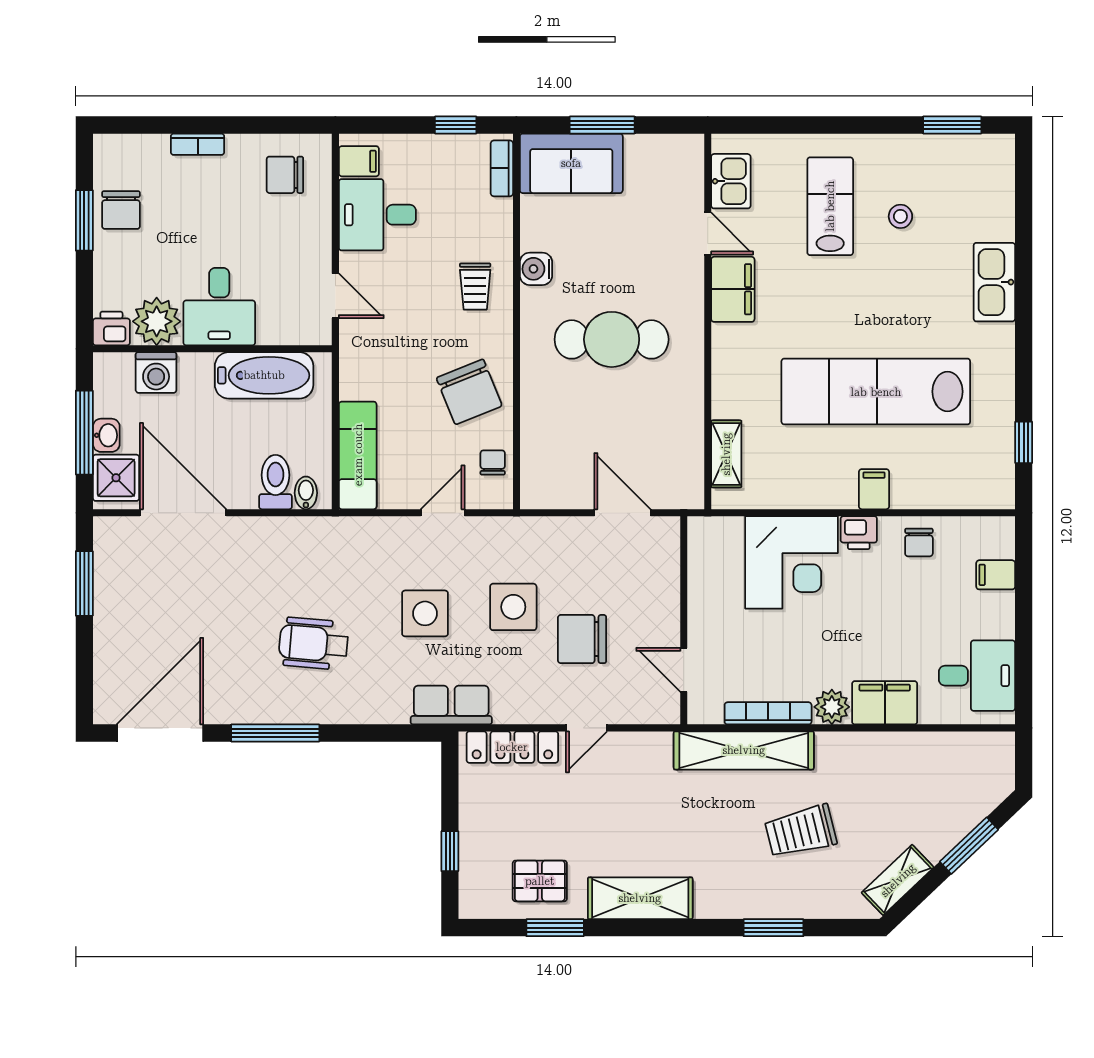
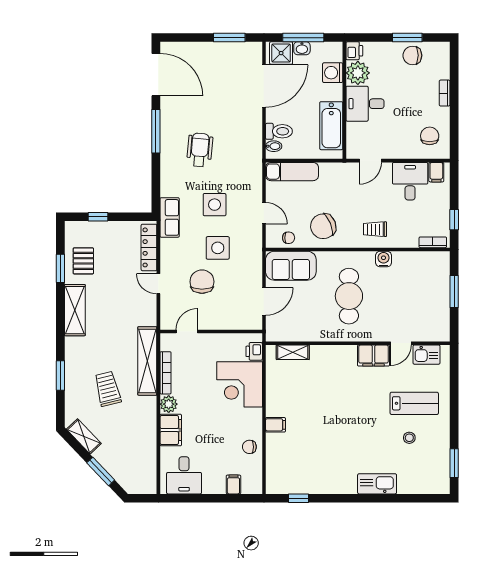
sofa: (571, 163) -> (291, 266), moved, turned -90
lab bench: (876, 392) -> (323, 426), removed
printer: (859, 533) -> (254, 351), moved

